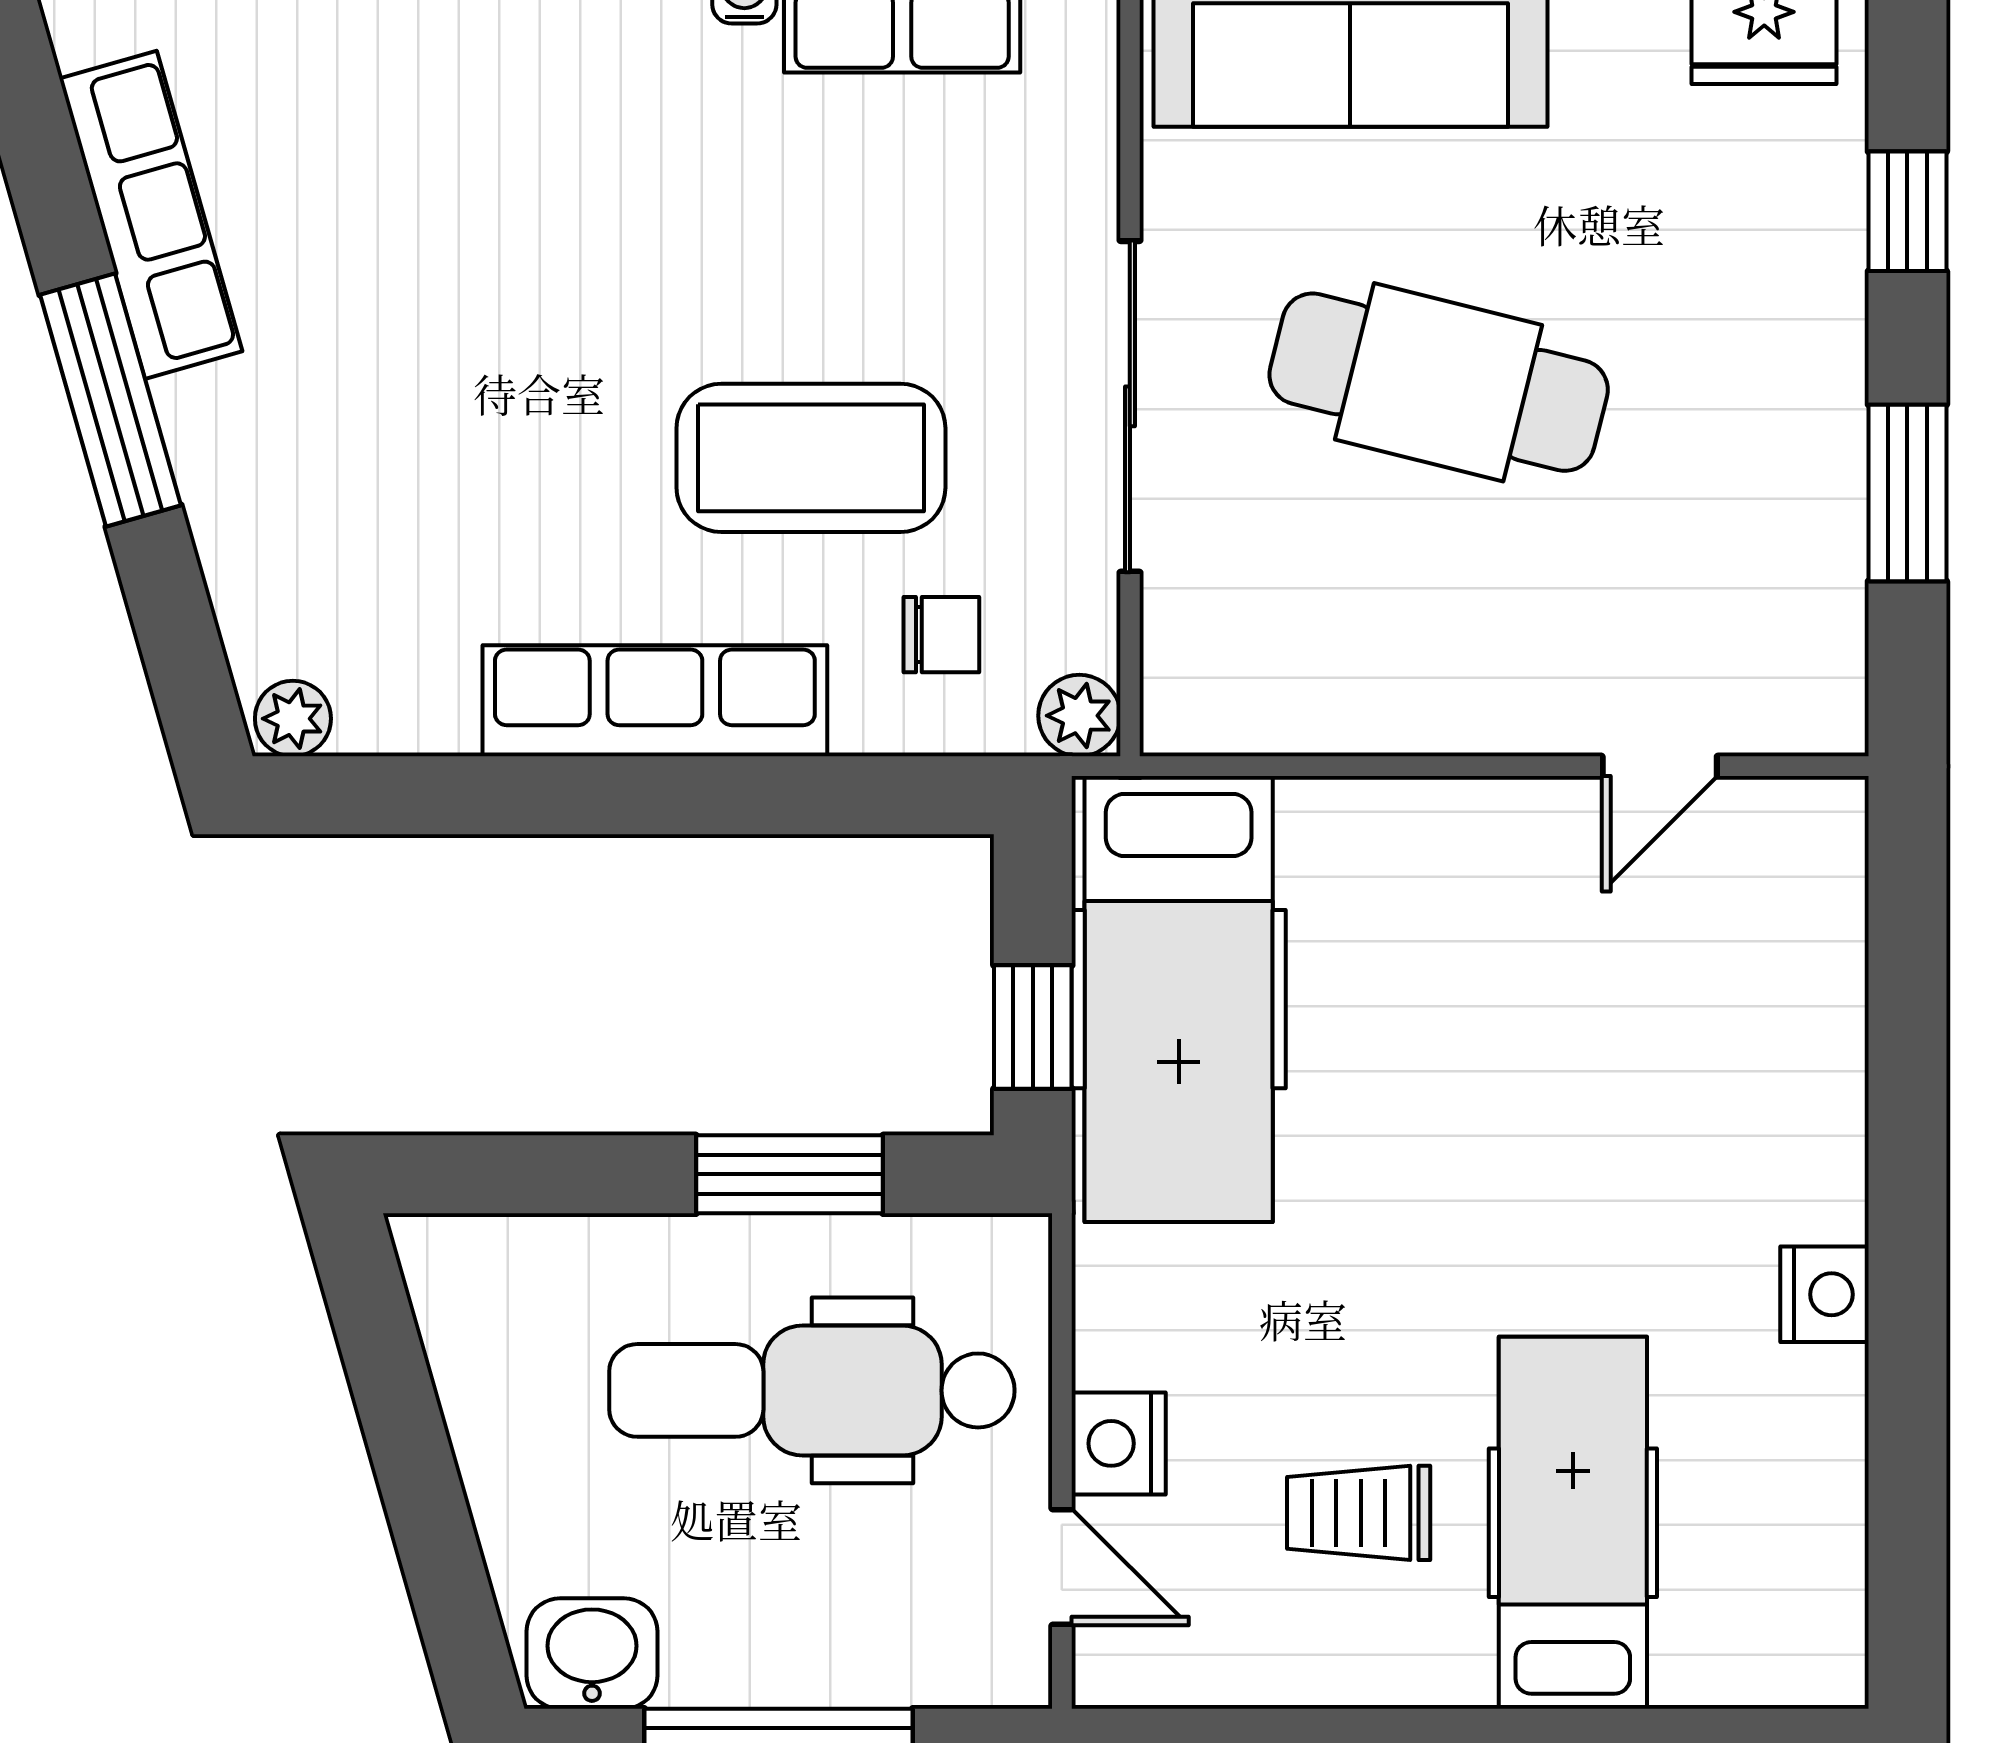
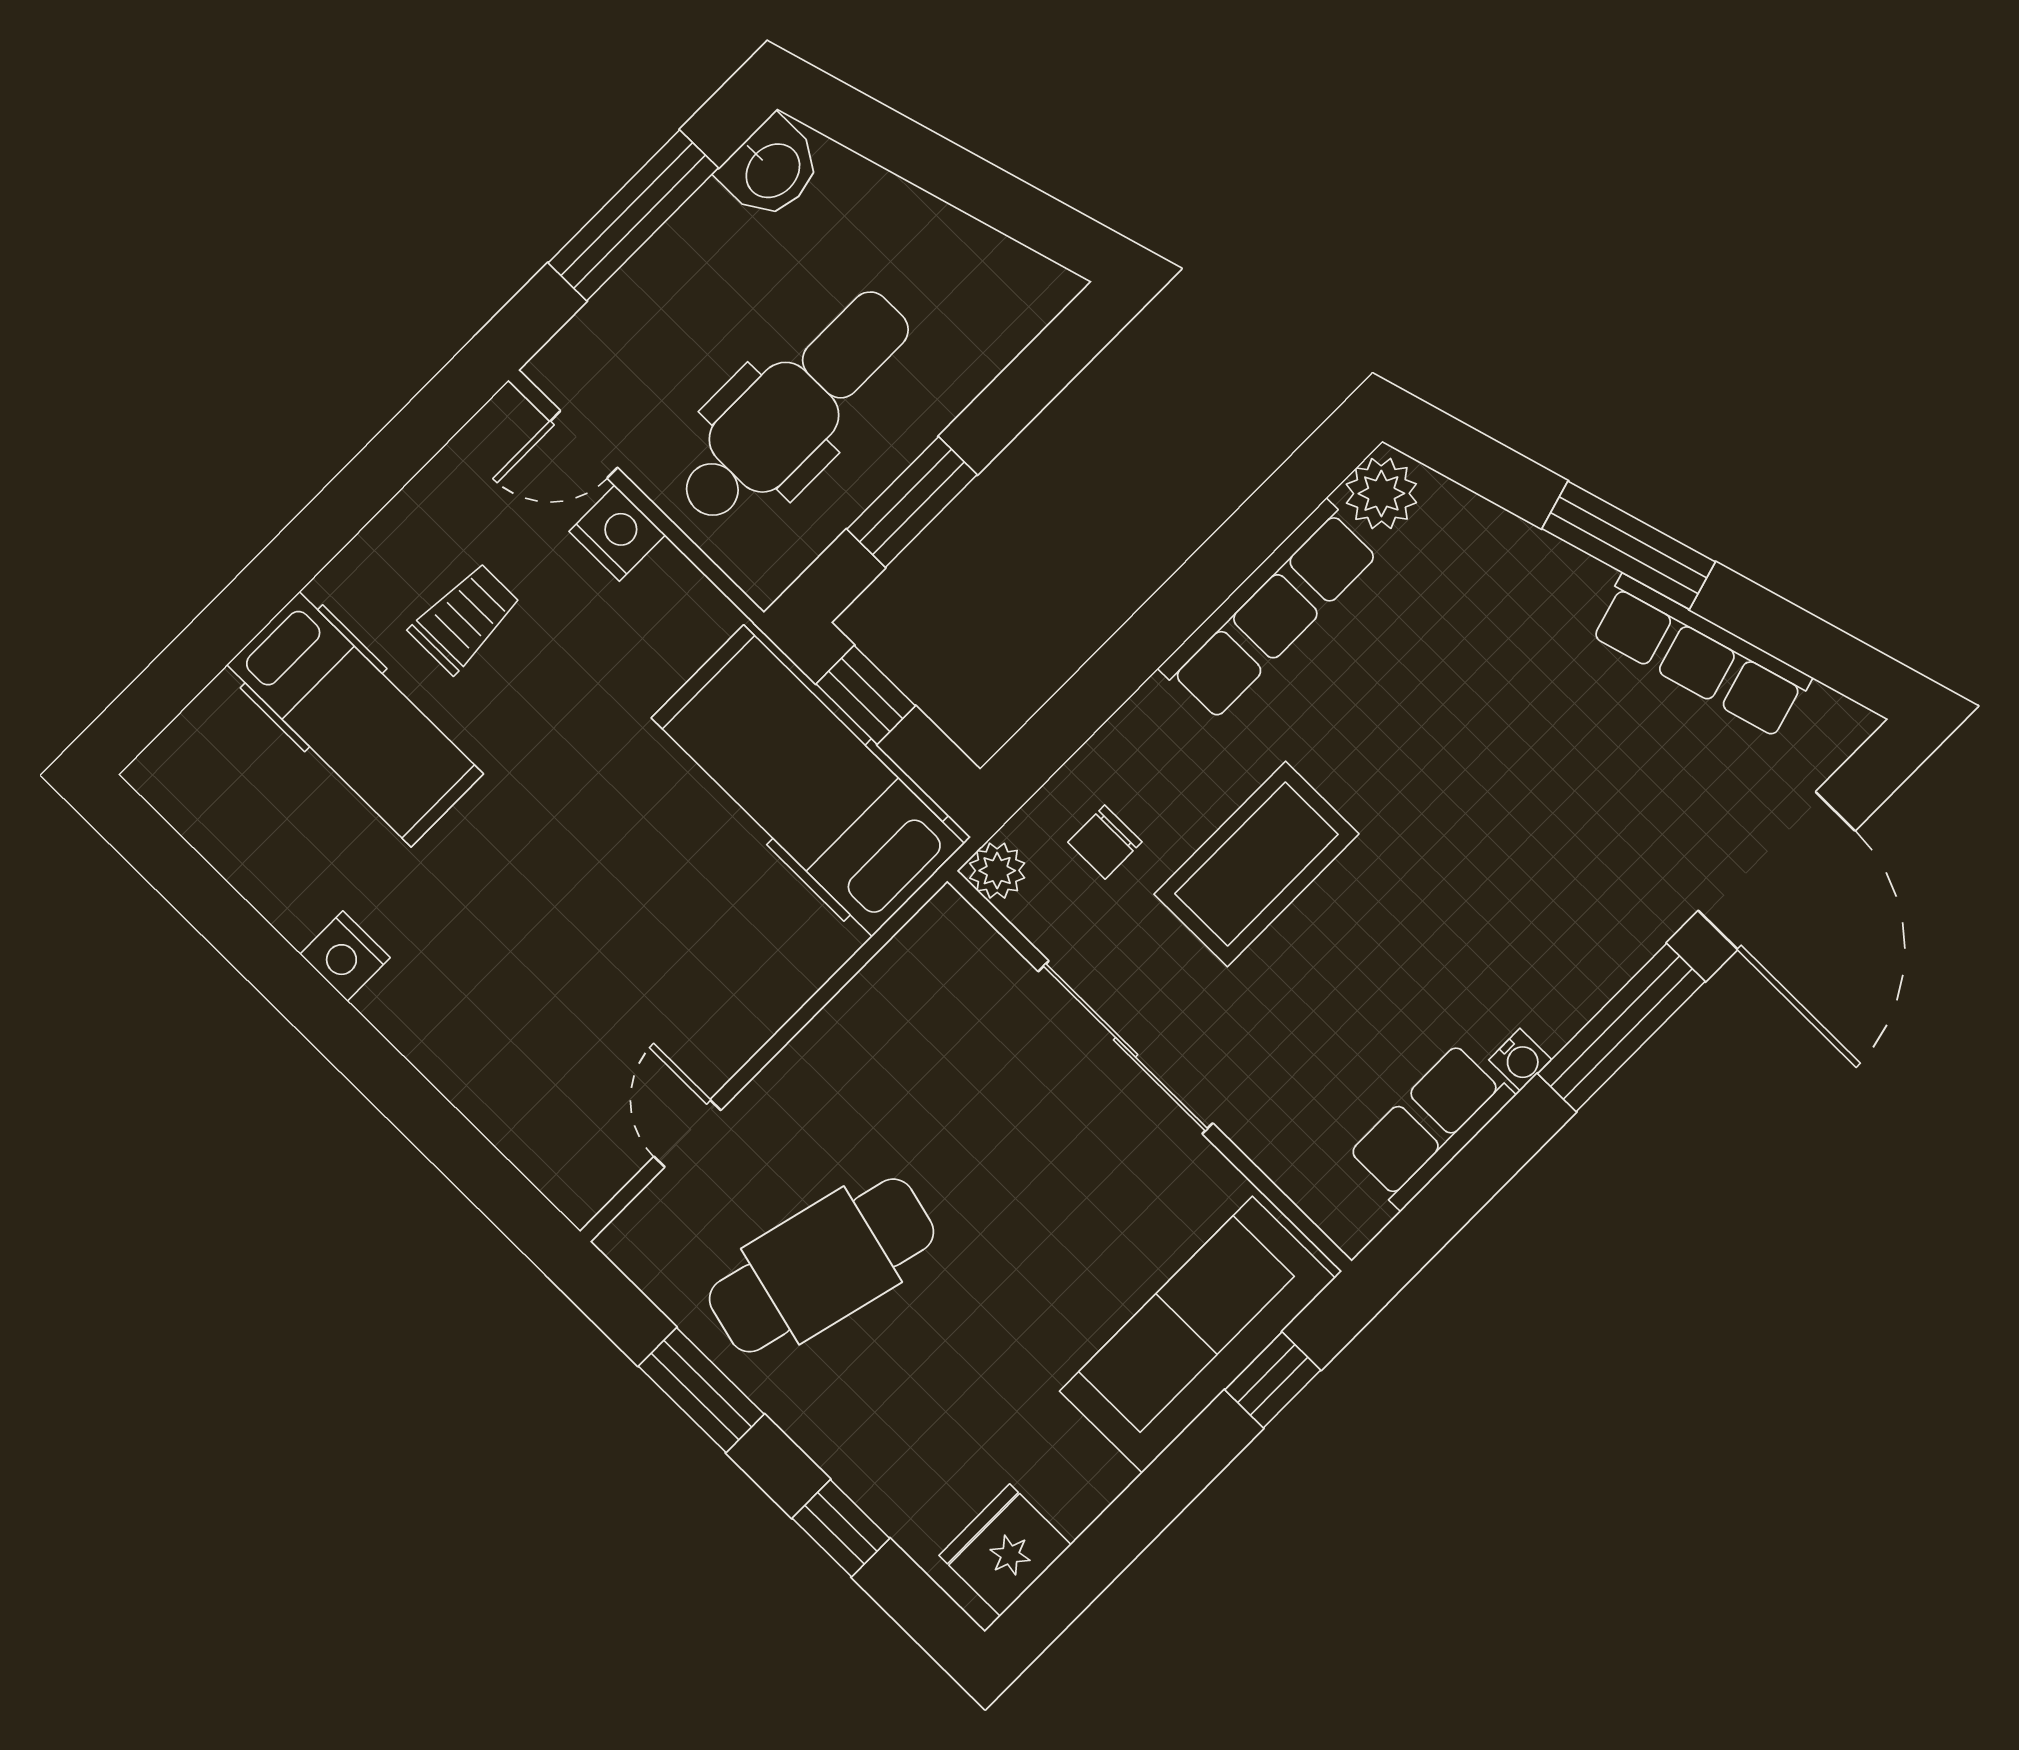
cafe table: (1439, 382) -> (821, 1265), moved
row of seats: (655, 701) -> (1269, 610), moved
plant: (293, 719) -> (1381, 493), width x1.38, depth x1.38

